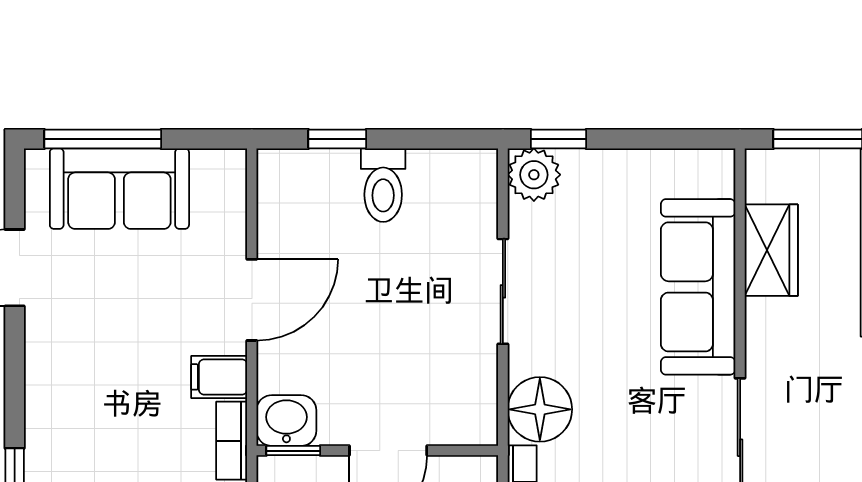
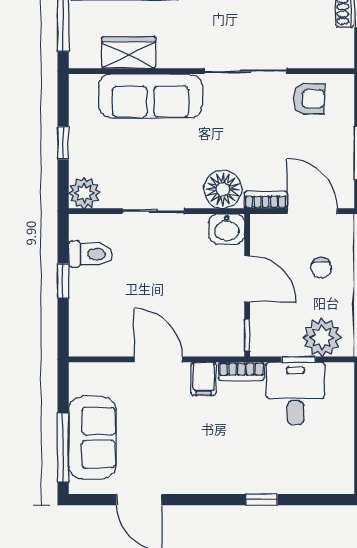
window: (337, 139) -> (63, 281), moved
window: (558, 139) -> (63, 143), moved
toilet: (383, 185) -> (90, 254), moved
washbasin: (286, 421) -> (227, 229), moved, turned -90

